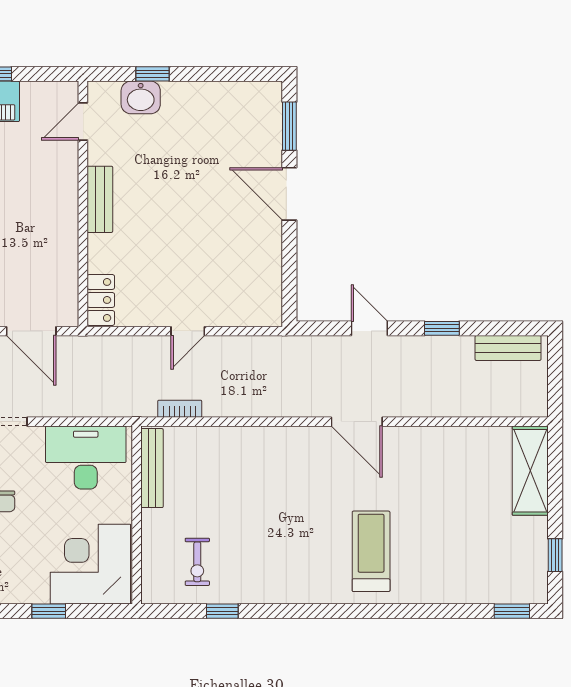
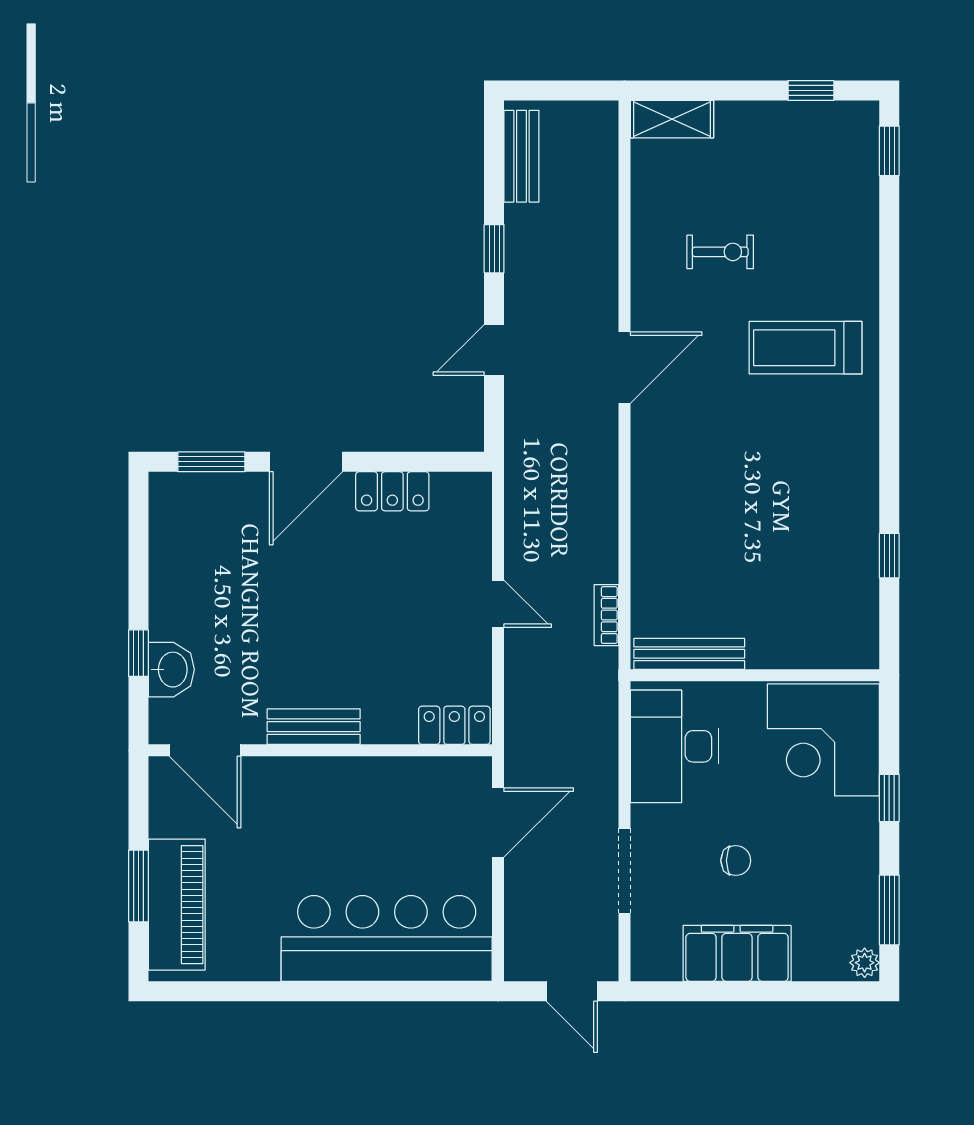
door: (83, 121) -> (205, 750), width x1.38
locker: (268, 256) -> (392, 491), added
shelving: (530, 471) -> (672, 119), width x0.67, depth x0.75
exercise bike: (197, 562) -> (720, 252), moved

